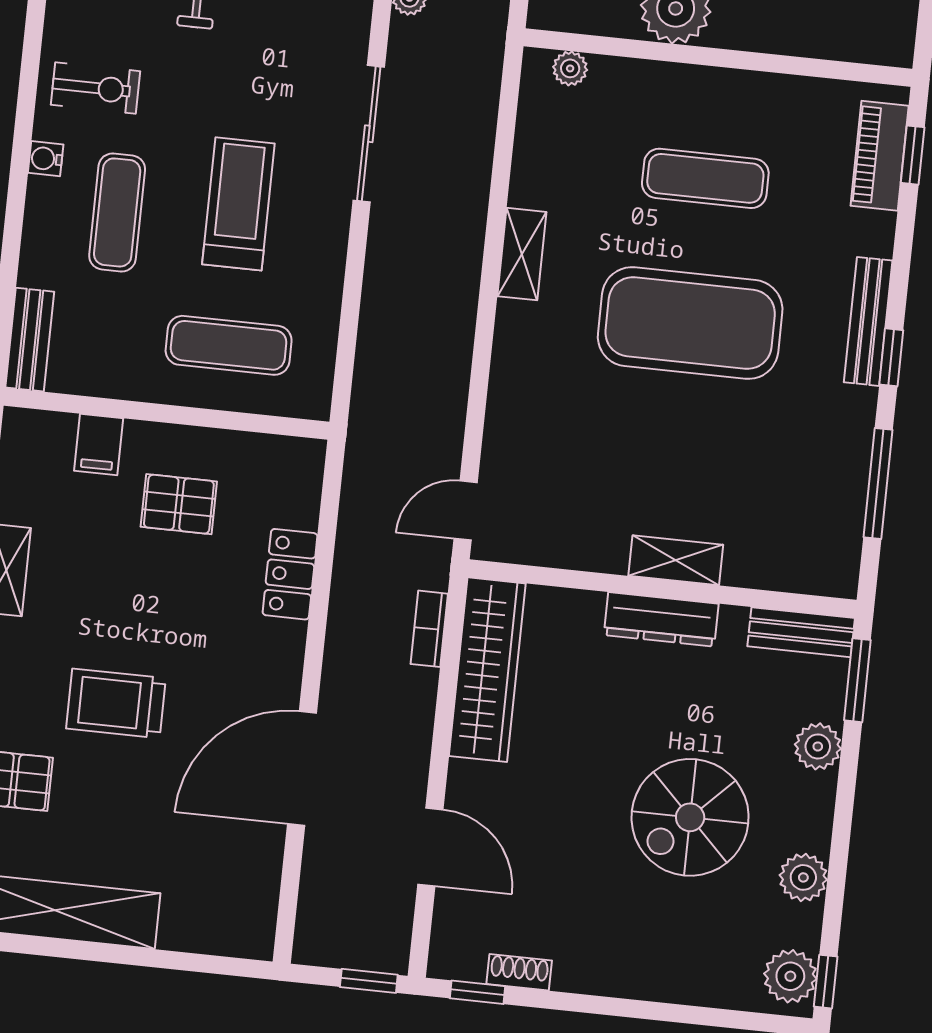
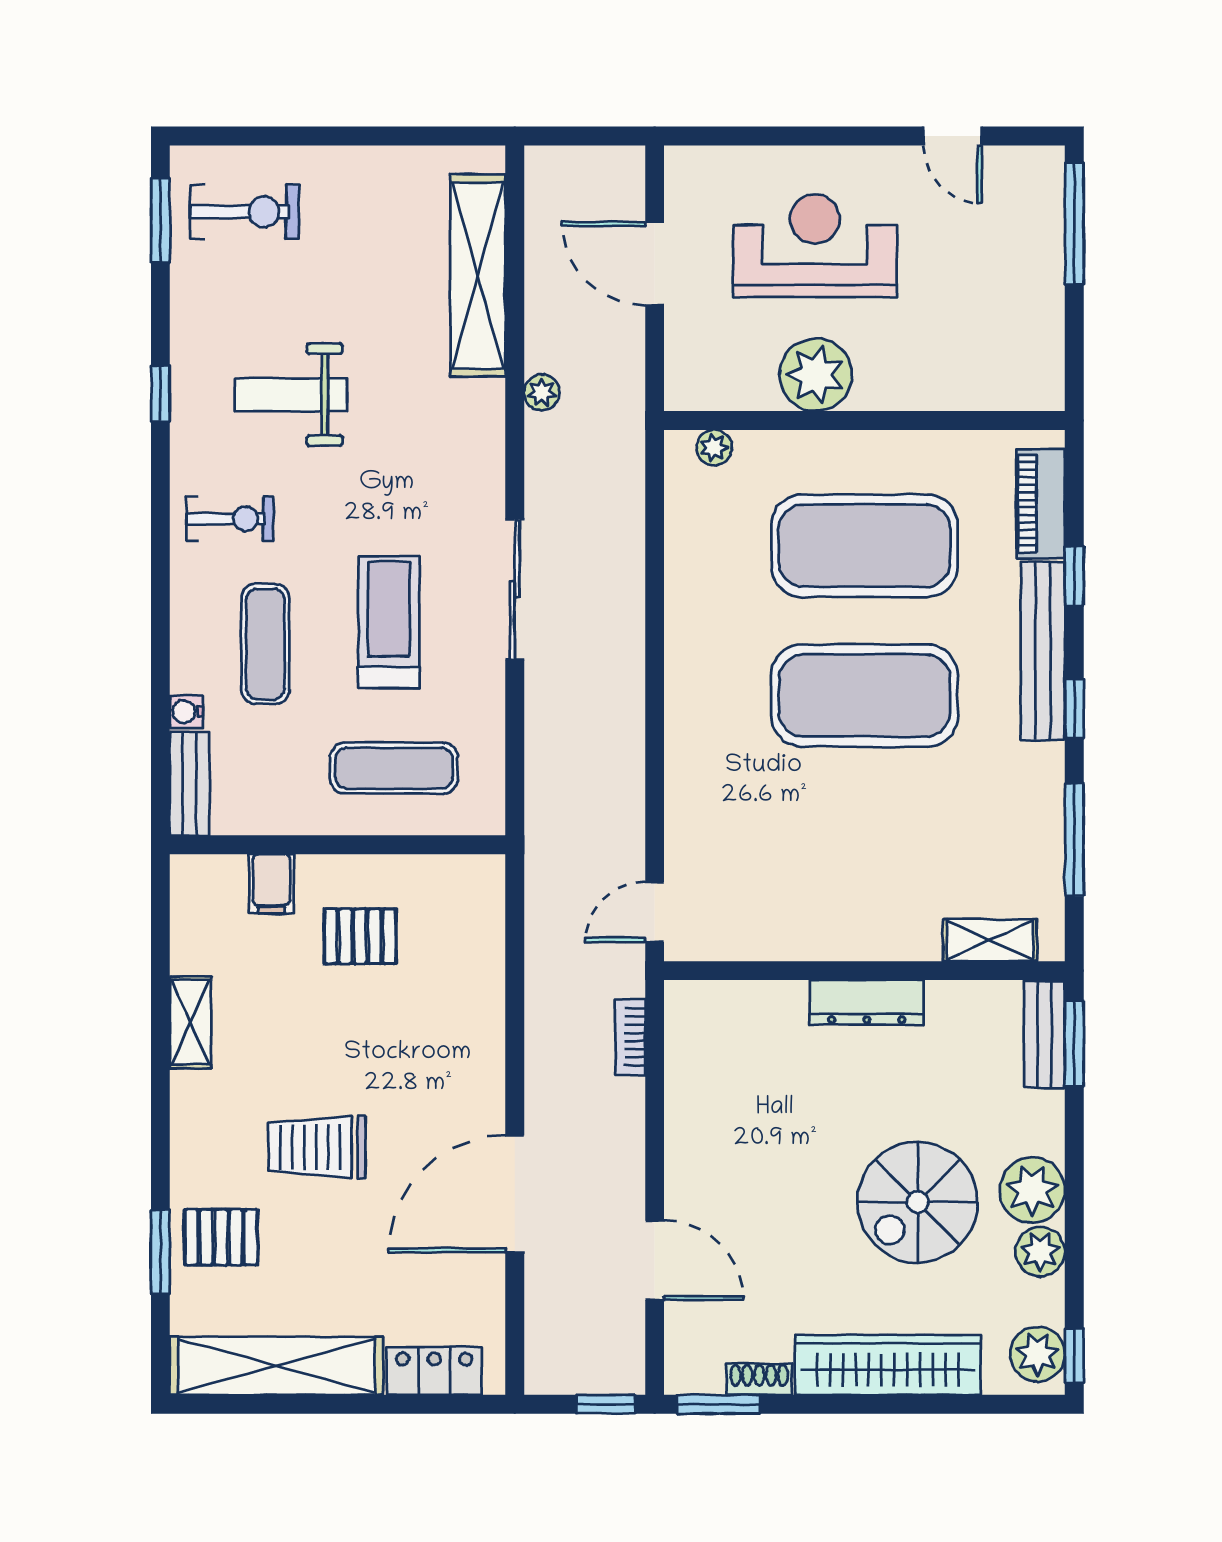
sliding door: (369, 134) -> (515, 590), moved
window: (913, 155) -> (1074, 576), moved
water cooler: (46, 159) -> (186, 712), moved
exercise mat: (705, 178) -> (864, 546), width x2.00, depth x1.45
shelving: (522, 254) -> (685, 643), removed
bench: (868, 321) -> (1043, 651), width x1.37, depth x1.21
shelving: (676, 560) -> (990, 940), moved
locker: (290, 574) -> (434, 1371), moved, turned 90
bench: (801, 632) -> (1045, 1034), moved, turned 90
wardrobe: (487, 670) -> (888, 1365), moved, turned -90
plant: (818, 746) -> (1032, 1190), moved, width x1.36, depth x1.36
window: (478, 992) -> (719, 1404), width x1.50

